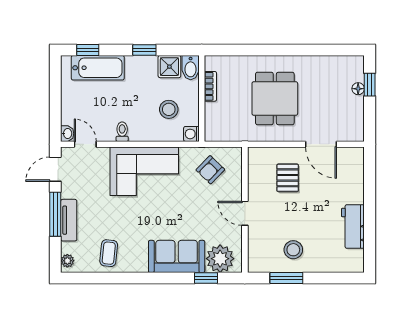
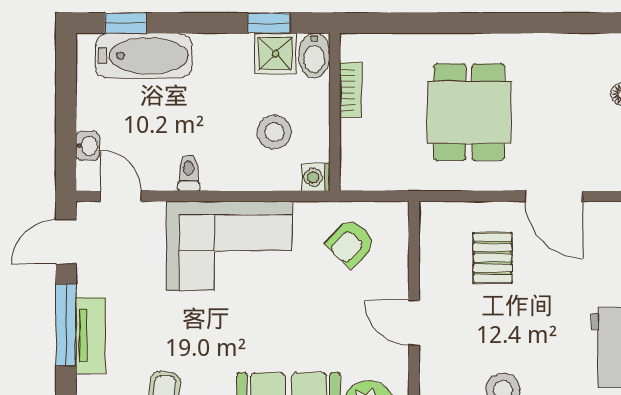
window: (144, 50) -> (269, 23), moved
washbasin: (67, 134) -> (88, 146), moved

